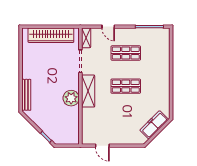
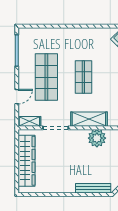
shop shelf: (126, 53) -> (46, 77), width x1.43, depth x1.36

